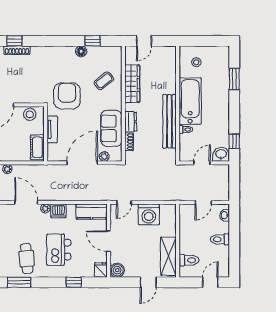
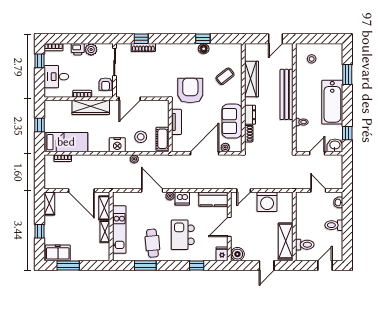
window: (93, 41) -> (203, 39), moved
door: (144, 41) -> (275, 39), moved
bathtub: (190, 101) -> (332, 102), moved, turned 180
stool: (30, 114) -> (141, 137), moved
bench: (169, 121) -> (287, 94), moved
door: (203, 202) -> (318, 190), swing flipped
door: (109, 241) -> (229, 227), hinge flipped

